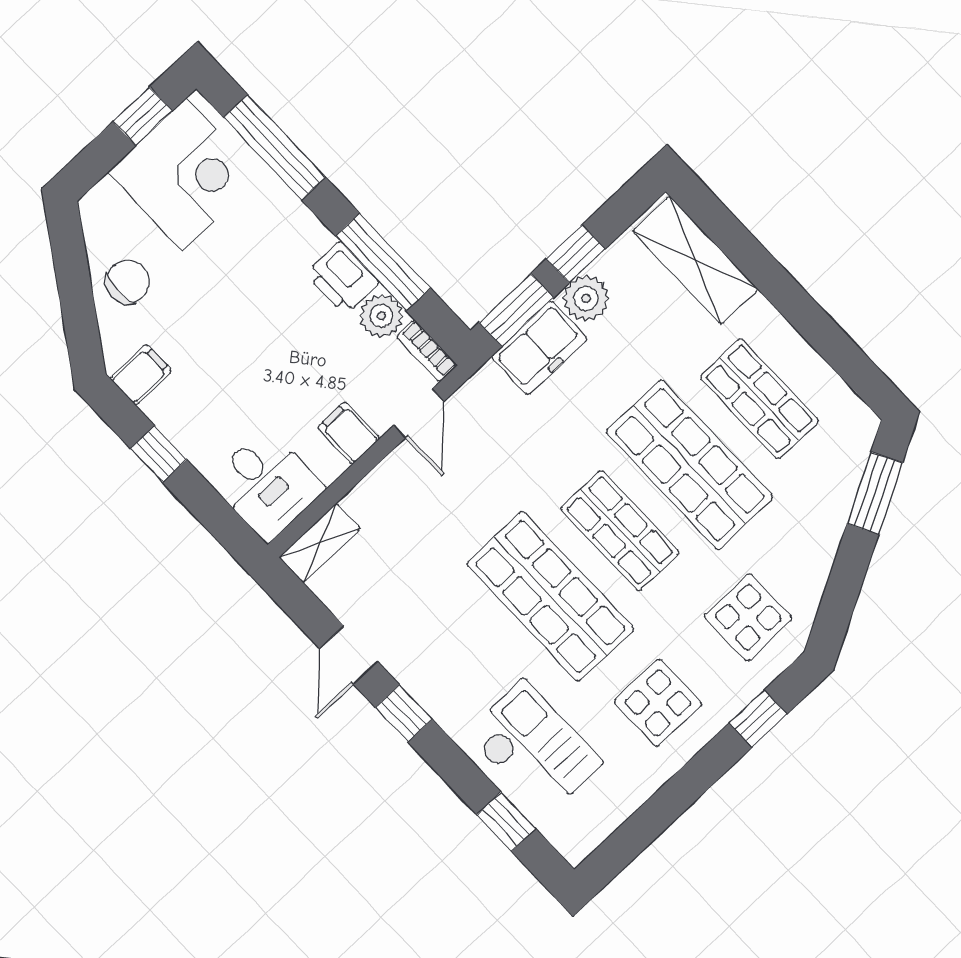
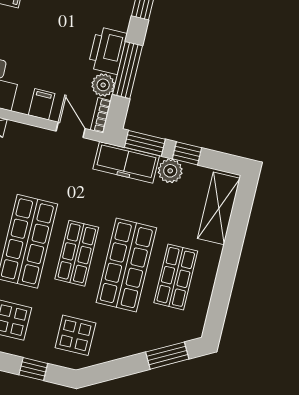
printer: (342, 278) -> (108, 50), width x1.37, depth x1.19
freezer: (539, 348) -> (126, 162), width x1.40
door: (419, 413) -> (71, 130), swing flipped

